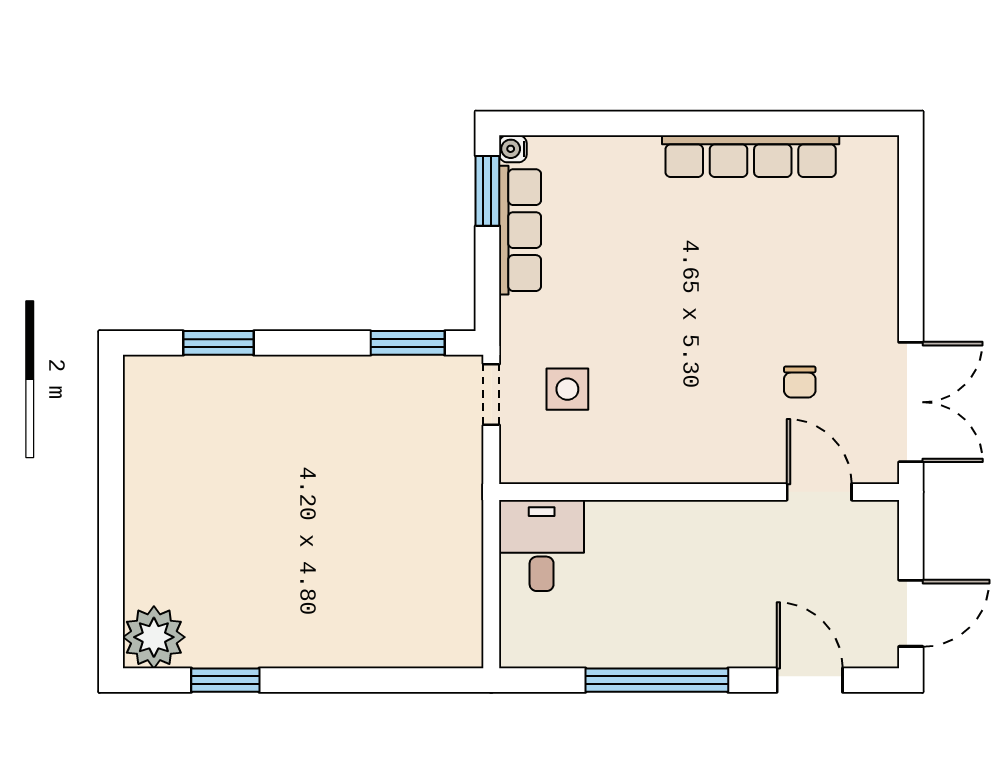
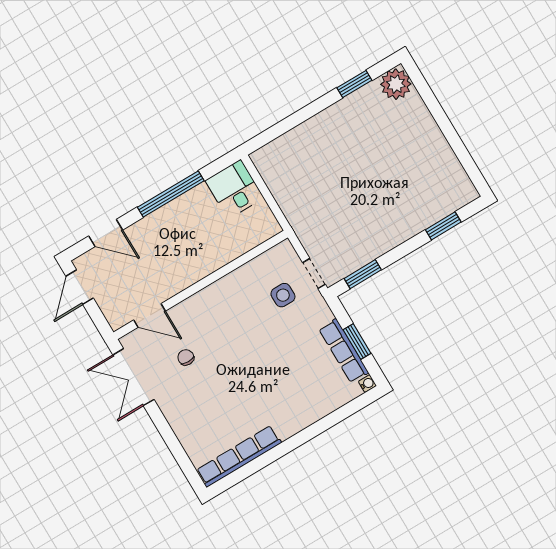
row of seats: (751, 156) -> (239, 456), moved
window: (487, 191) -> (357, 342), moved
desk: (542, 546) -> (234, 189), moved, turned 180

